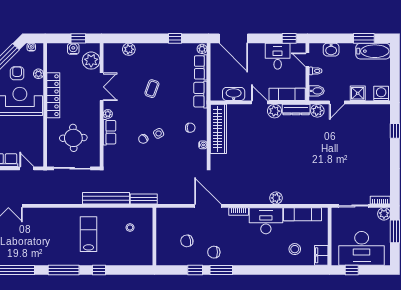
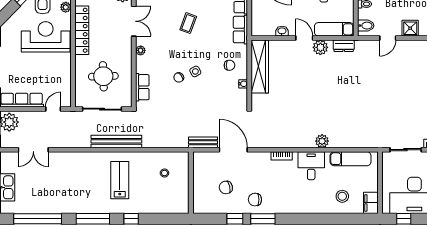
washbasin: (234, 94) -> (282, 31), width x0.52, depth x0.69
dresser: (296, 110) -> (344, 46), width x0.70
plant: (317, 111) -> (367, 47), removed
row of seats: (109, 132) -> (142, 87), moved
door: (27, 168) -> (53, 109), hinge flipped
bench: (106, 198) -> (116, 141), moved
bench: (144, 199) -> (203, 142), moved
door: (208, 206) -> (233, 150), moved
desk: (266, 221) -> (311, 166), width x0.73

